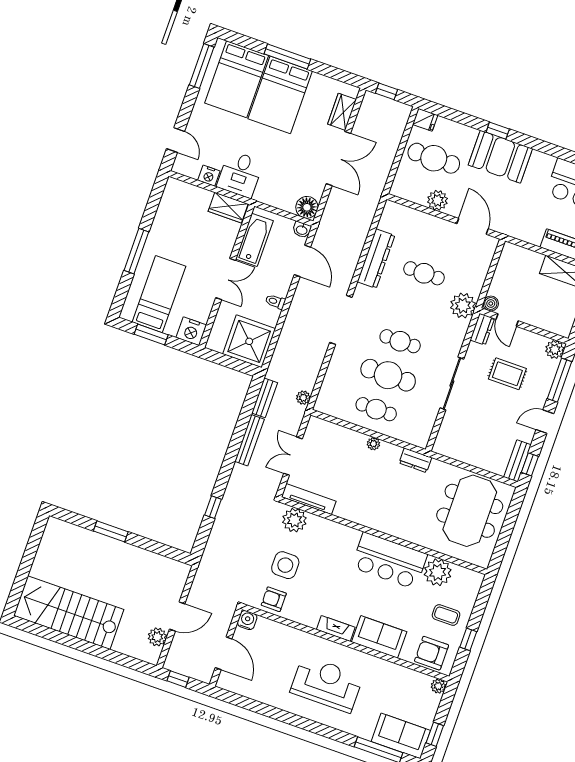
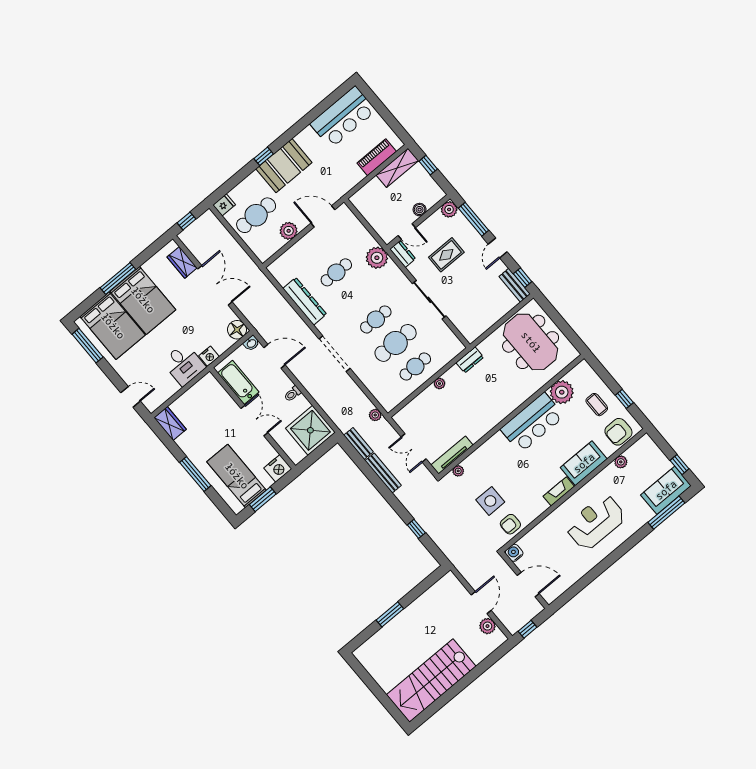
nightstand: (209, 176) -> (209, 356), moved
wardrobe: (228, 208) -> (170, 424), moved, turned -90
boiler: (491, 304) -> (420, 210), moved
plant: (294, 520) -> (458, 471), width x0.53, depth x0.53
coffee table: (446, 615) -> (597, 405), turned 90
plant: (438, 686) -> (621, 462), moved

